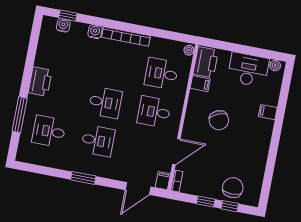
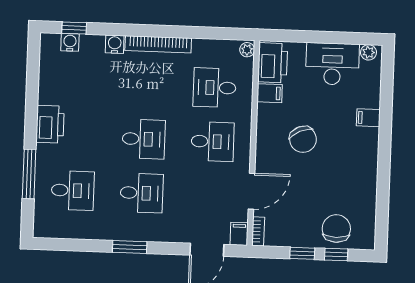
desk: (154, 112) -> (213, 142), turned 180
desk: (49, 131) -> (73, 190), turned 180

